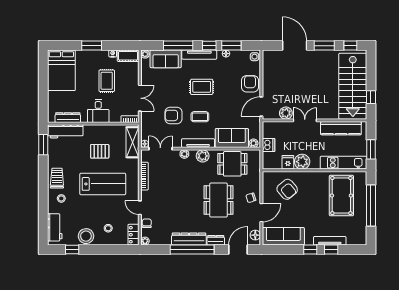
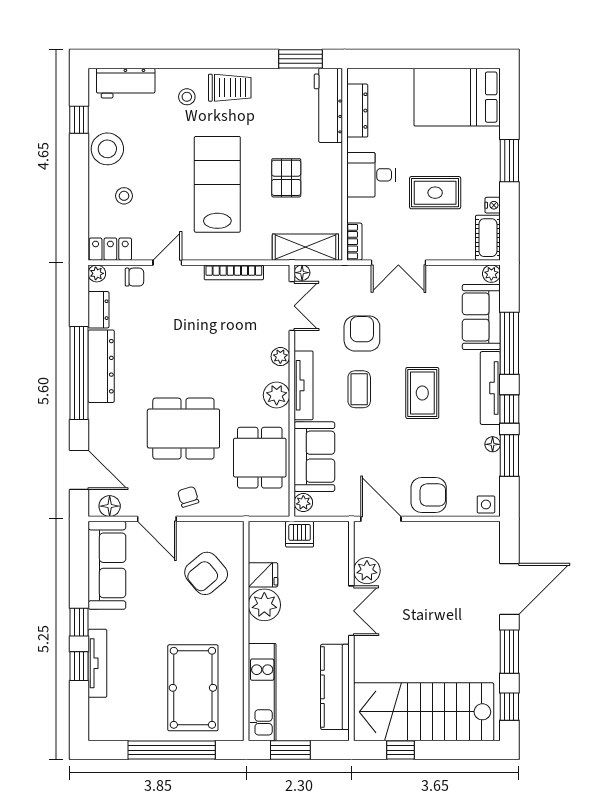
lab bench: (103, 184) -> (217, 184), turned 180
pool table: (341, 196) -> (193, 688), turned 90
dresser: (216, 240) -> (99, 310), moved

